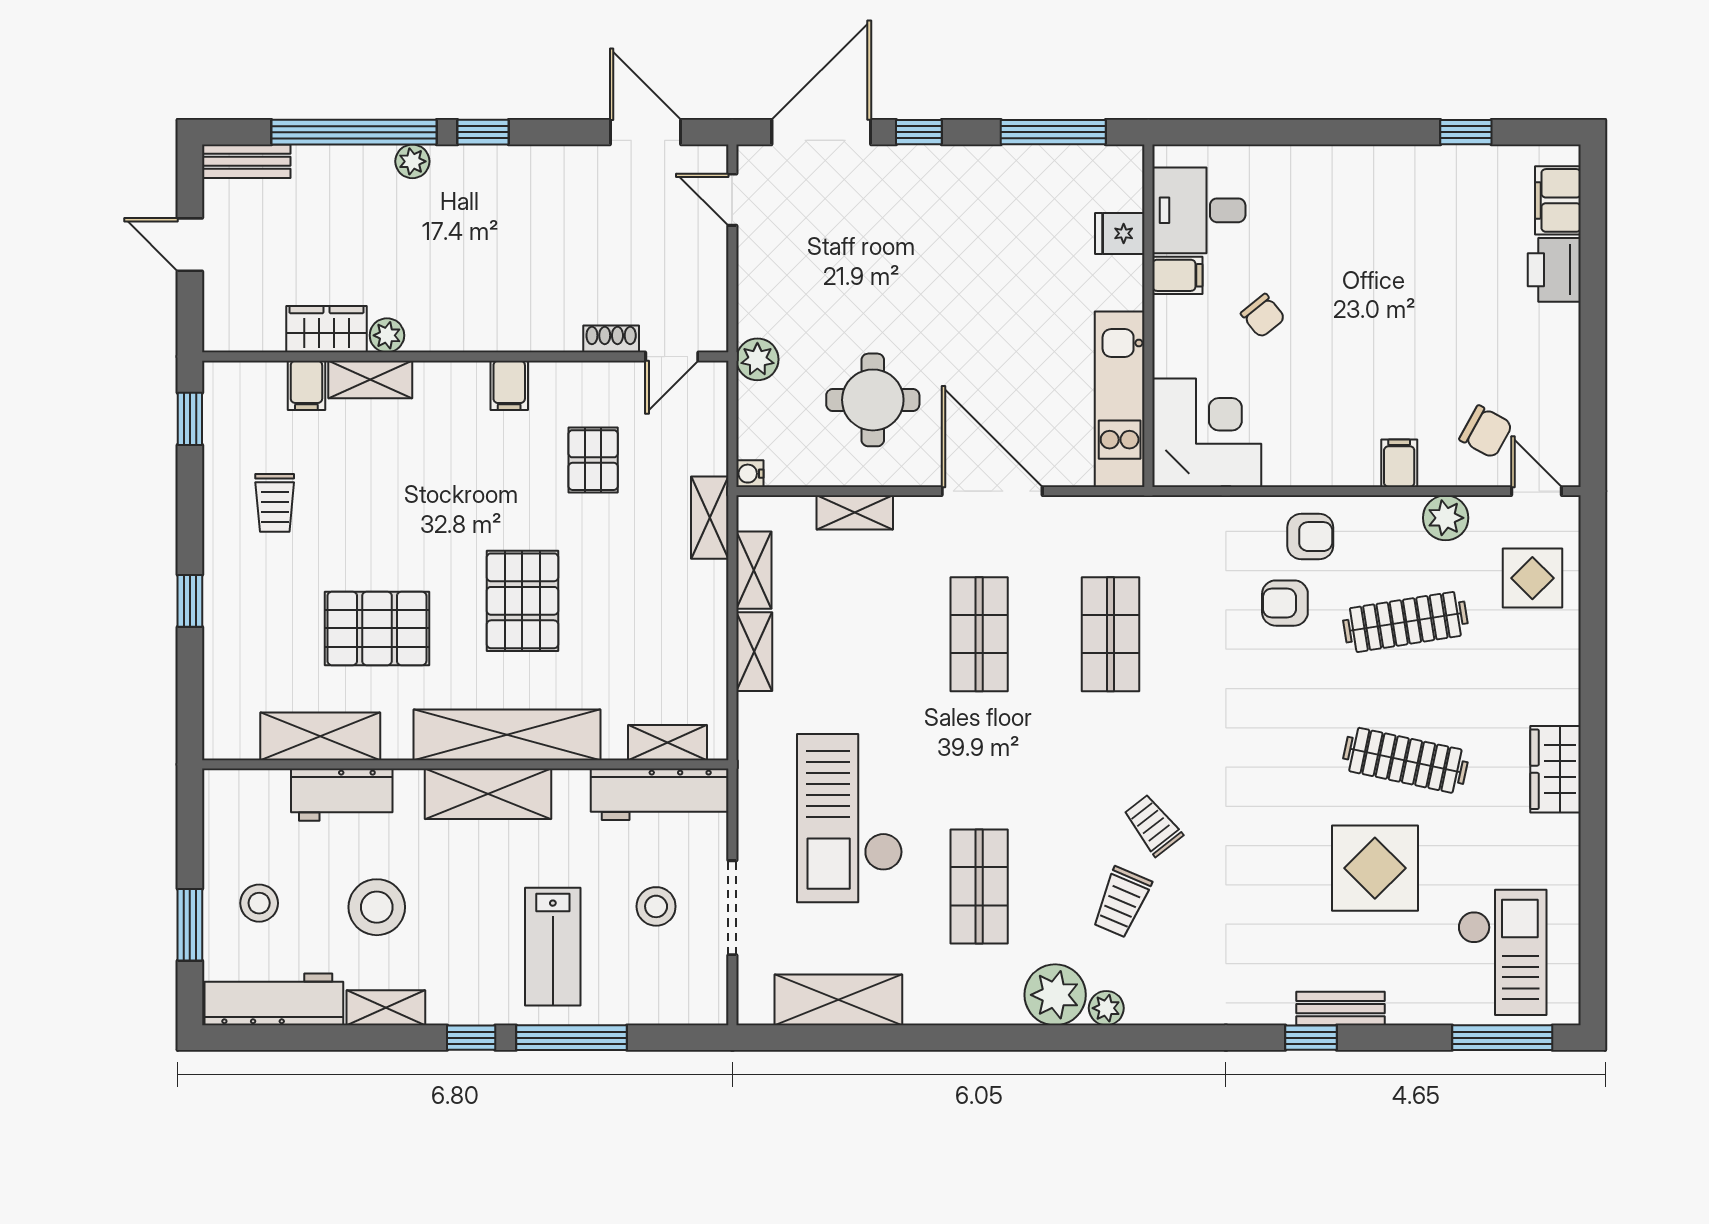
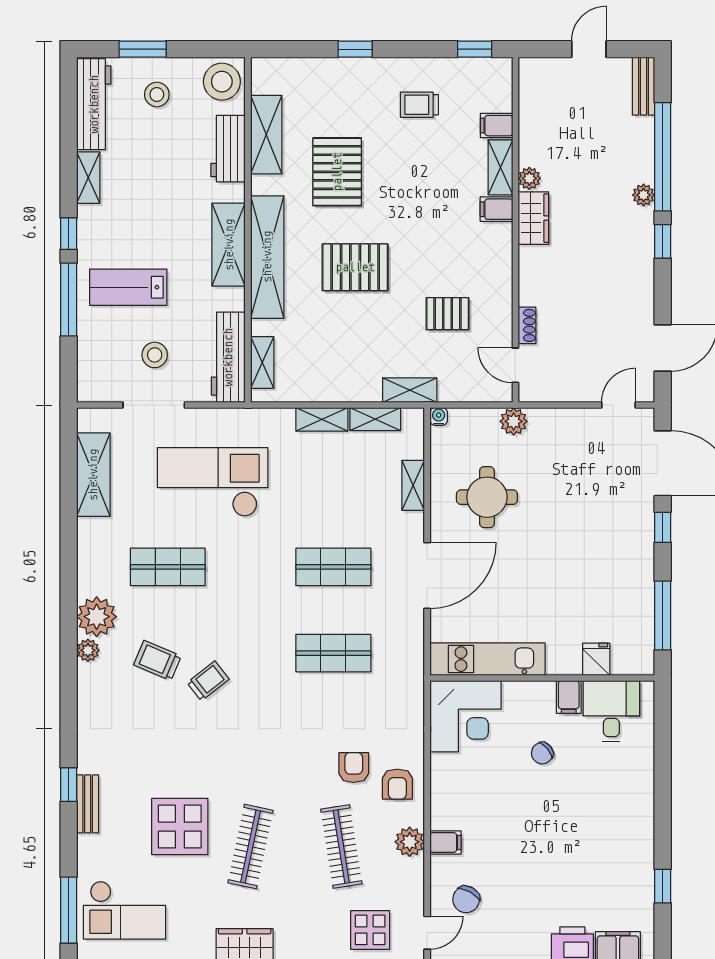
wardrobe: (327, 329) -> (533, 218), moved
filing cabinet: (509, 385) -> (497, 209), moved
plant: (1446, 518) -> (410, 842), moved
stool: (377, 907) -> (222, 82), moved

